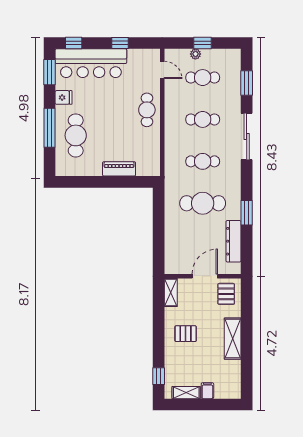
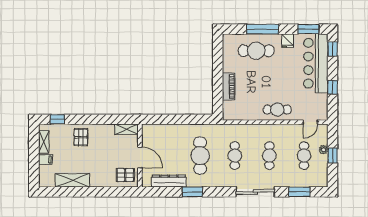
pallet: (186, 334) -> (81, 137), moved
shelving: (233, 339) -> (72, 180), moved

